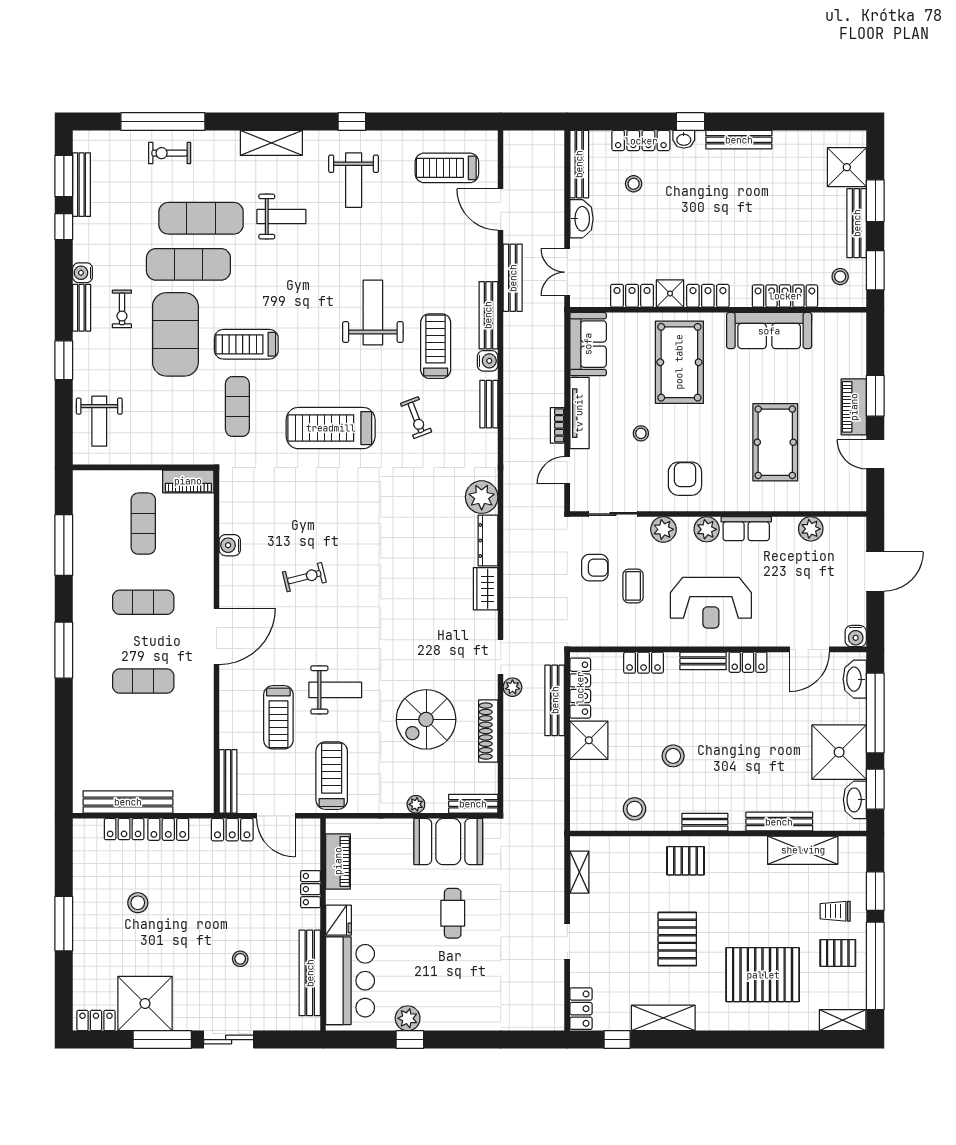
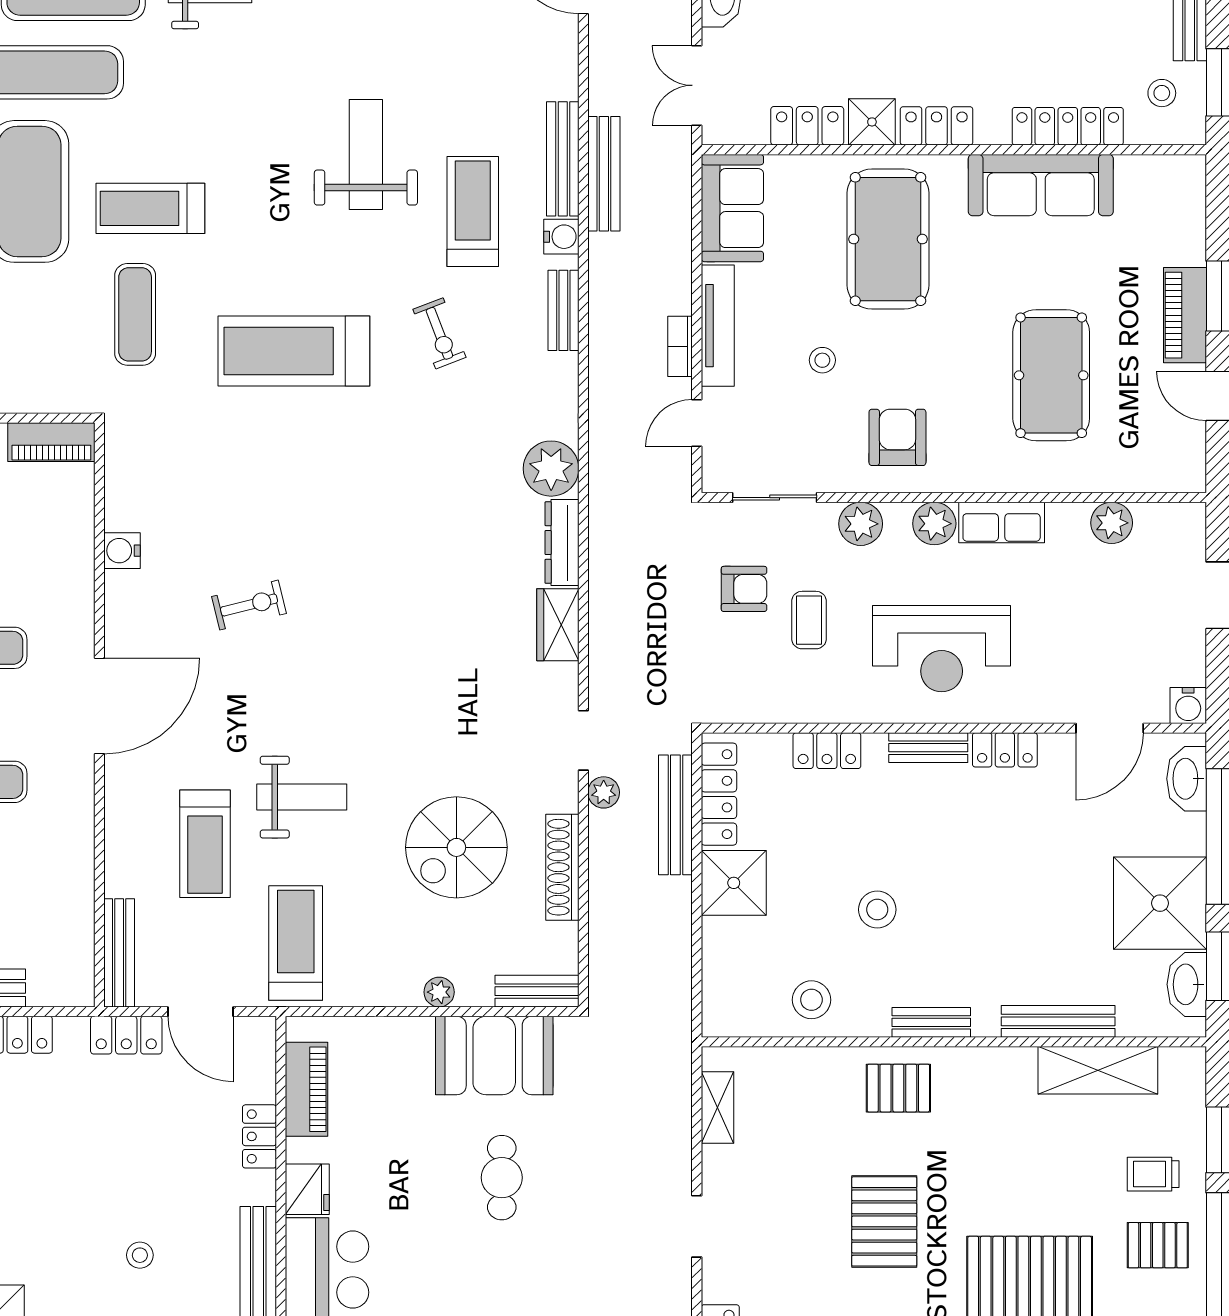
bench: (513, 278) -> (604, 174), moved

